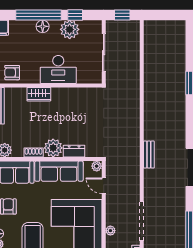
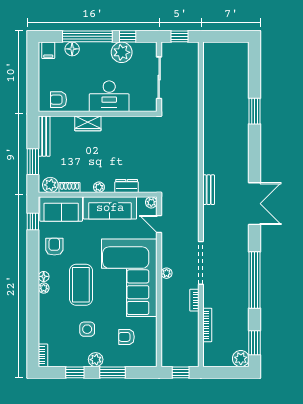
floor lamp: (43, 26) -> (72, 49), moved
plant: (53, 148) -> (99, 187), width x0.53, depth x0.53
shoe rack: (34, 153) -> (69, 187), moved

